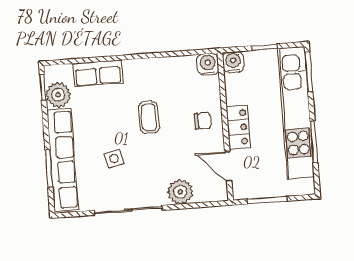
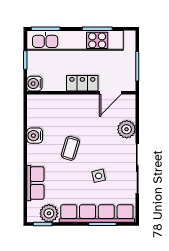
water cooler: (208, 64) -> (35, 136), moved
coffee table: (149, 117) -> (70, 148), turned -73
chair: (203, 121) -> (76, 109), removed

